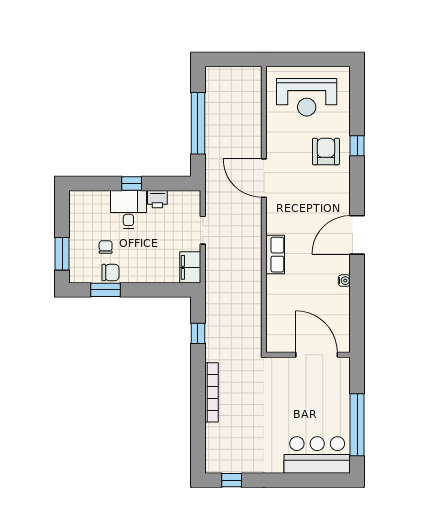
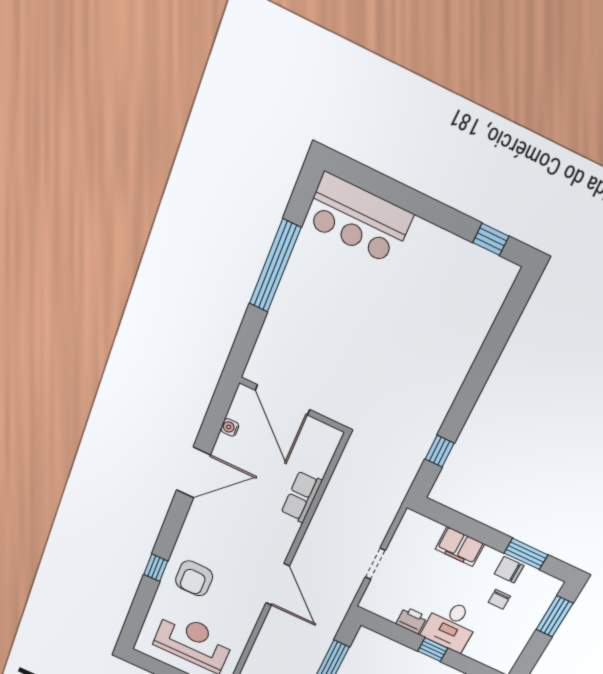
filing cabinet: (190, 267) -> (460, 547), moved, turned 90
wall: (308, 355) -> (293, 405), moved
door: (317, 355) -> (283, 400), moved
bookcase: (211, 392) -> (459, 371), removed
window: (357, 425) -> (275, 266), moved

